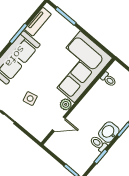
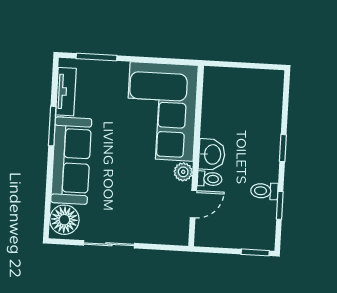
toilet: (108, 79) -> (210, 179), moved
side table: (30, 99) -> (131, 199), removed
washbasin: (109, 132) -> (212, 154), moved, turned 180

